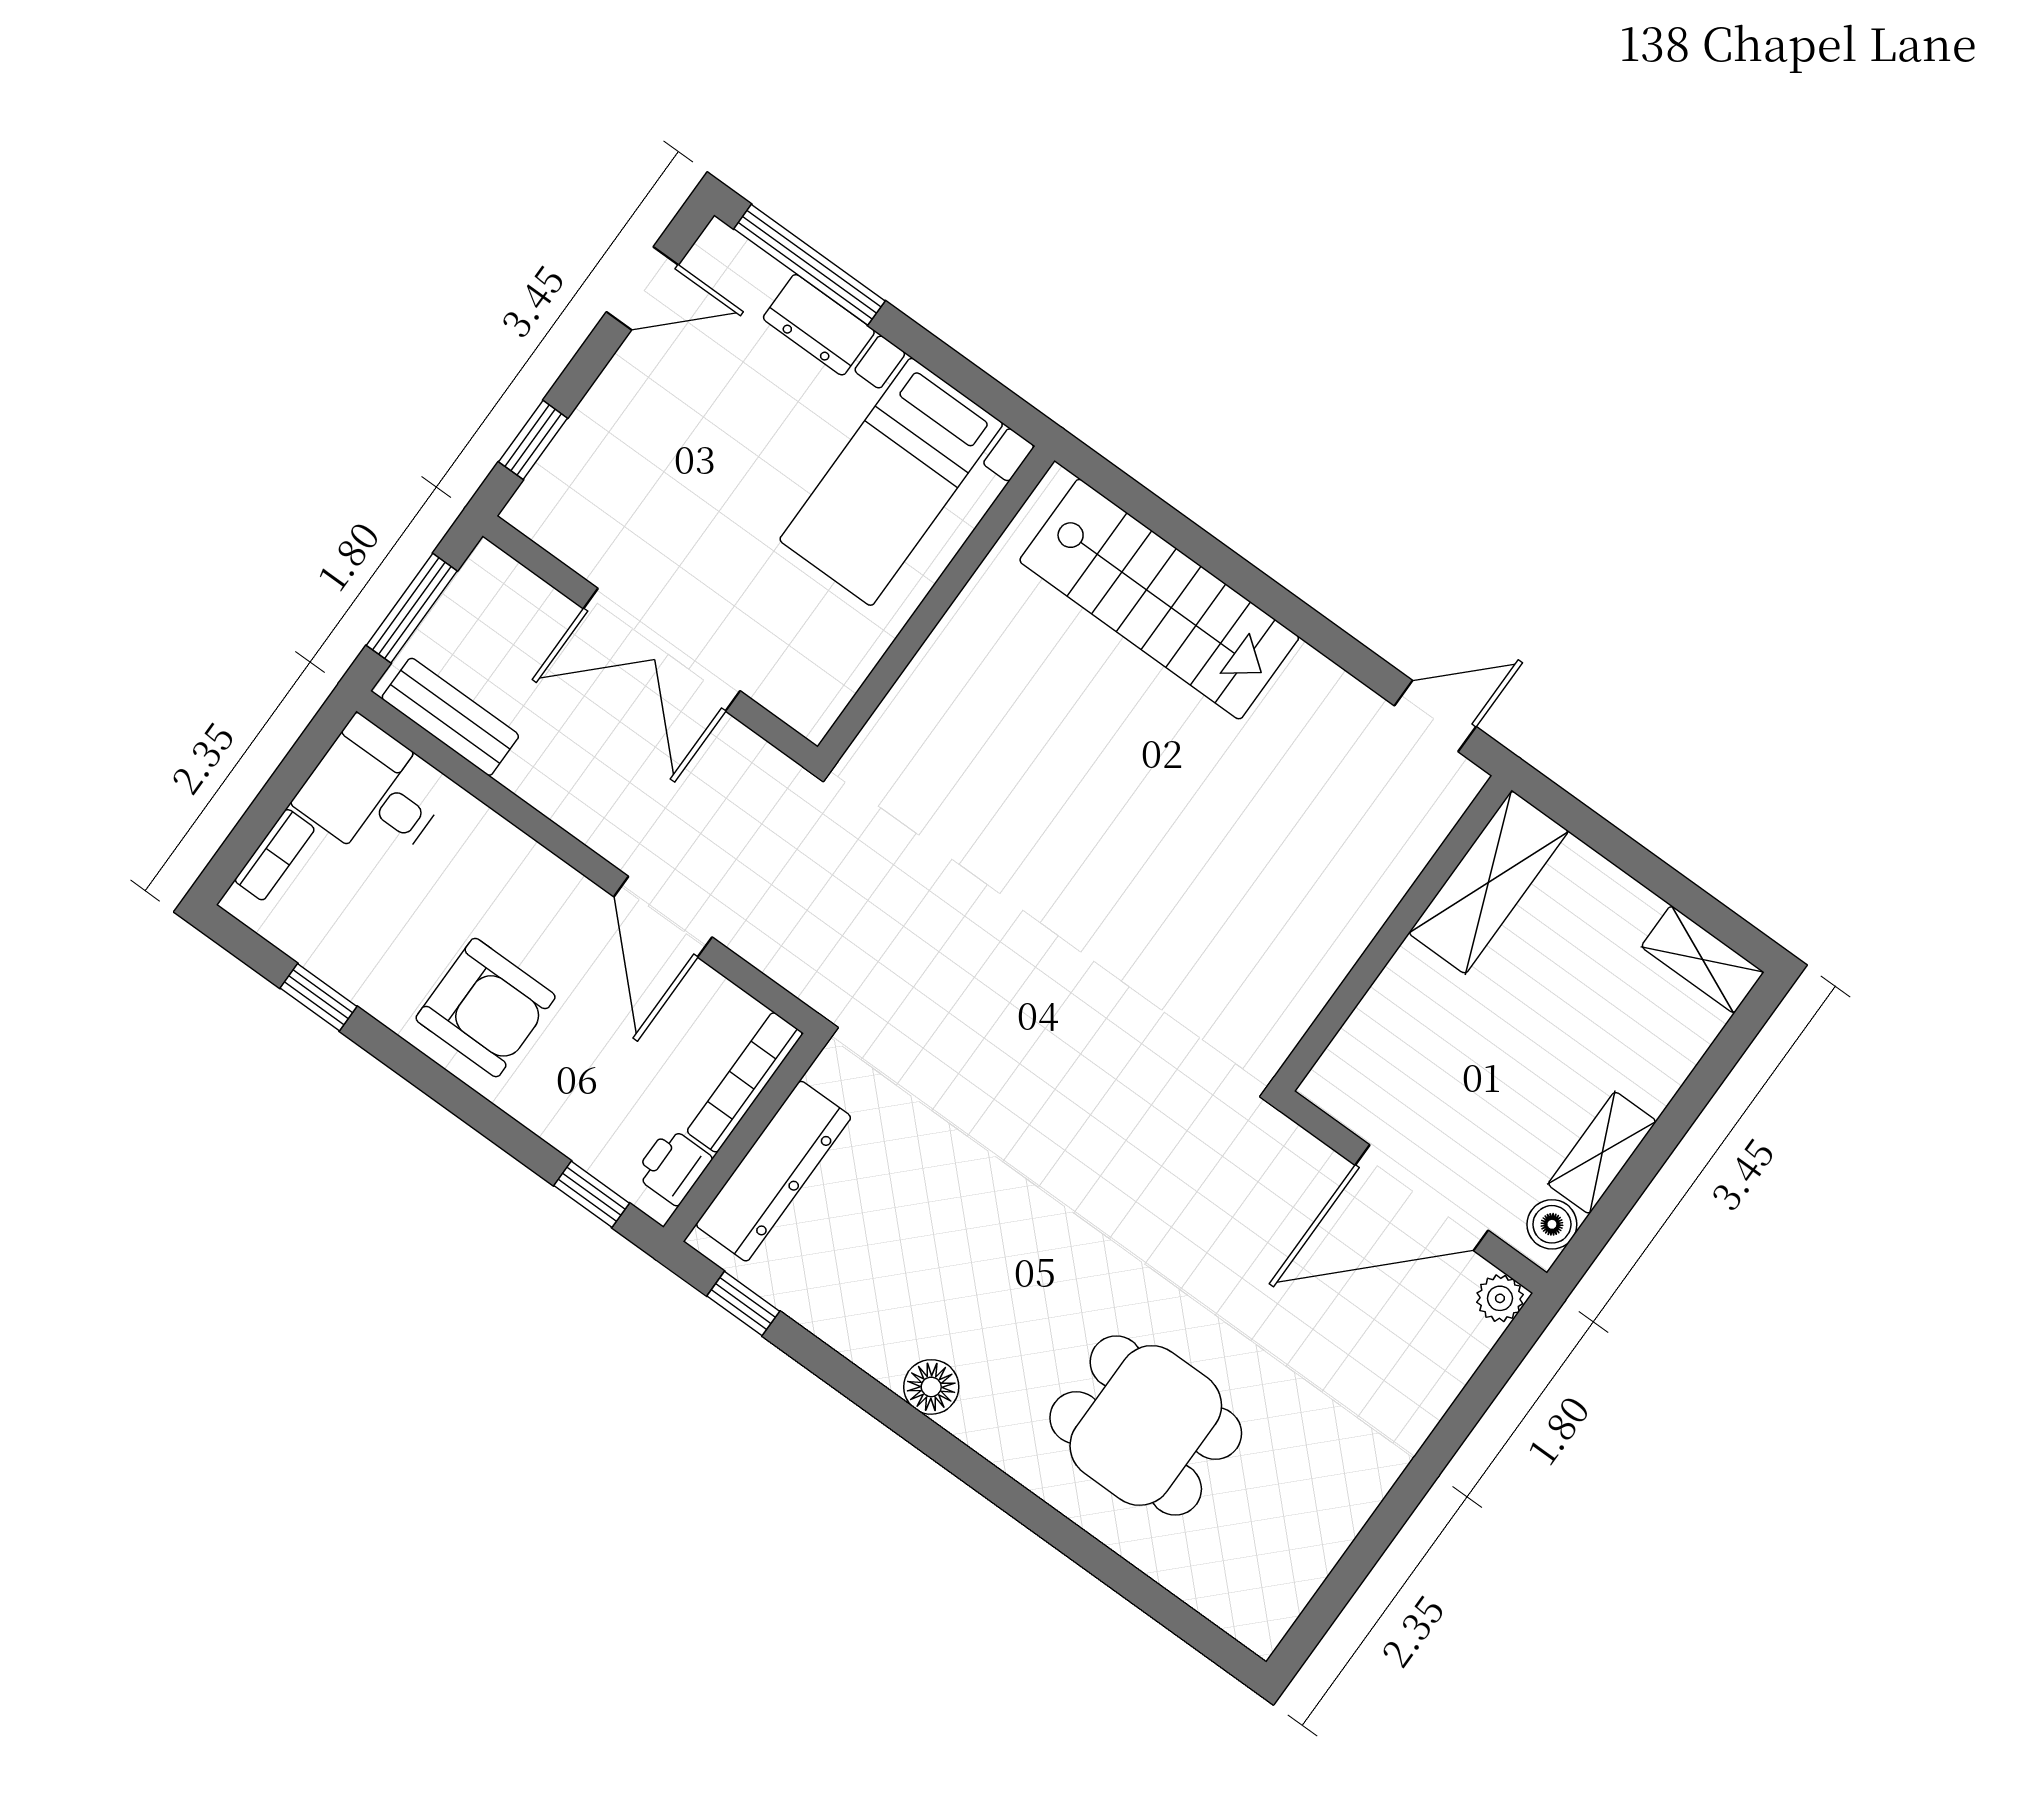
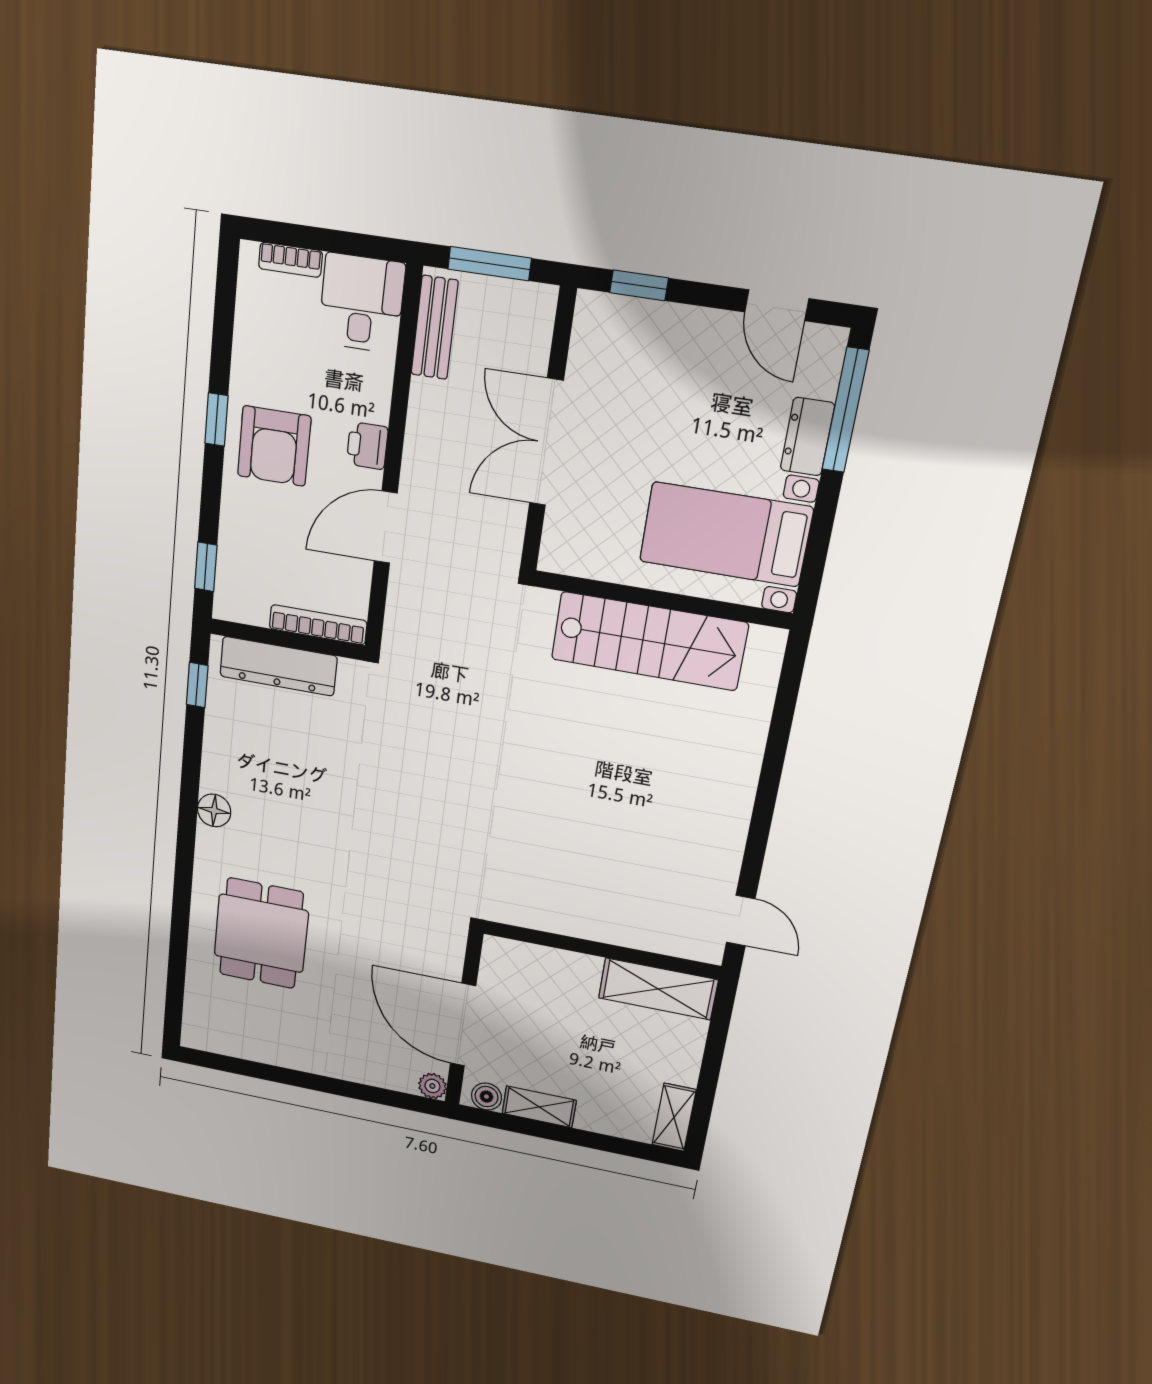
stairs: (1159, 599) -> (649, 641), moved, turned -90
window: (318, 997) -> (216, 419), moved
printer: (673, 1166) -> (367, 446), moved, turned -90

